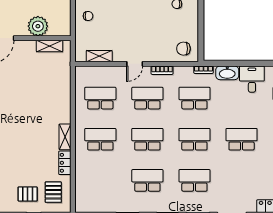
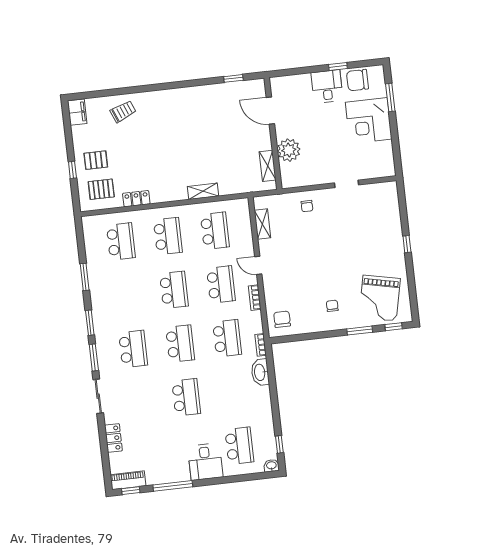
desk: (252, 79) -> (256, 401), removed
shelving: (65, 137) -> (203, 191), moved
school desk: (147, 180) -> (121, 241), moved
pallet: (28, 194) -> (96, 160), turned 90

